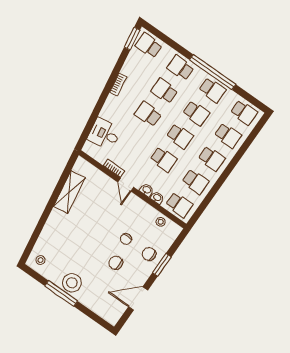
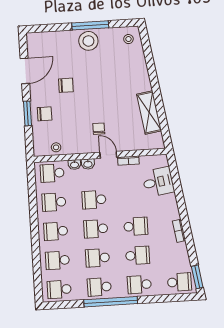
school desk: (180, 68) -> (139, 285), turned 180
chair: (126, 239) -> (99, 129), moved

